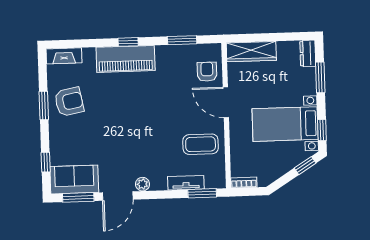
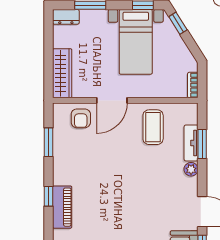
piano: (126, 59) -> (62, 207), width x0.73, depth x0.75
armchair: (207, 72) -> (81, 118), turned -90
plant: (142, 184) -> (191, 169), moved
window: (202, 193) -> (202, 144), moved

